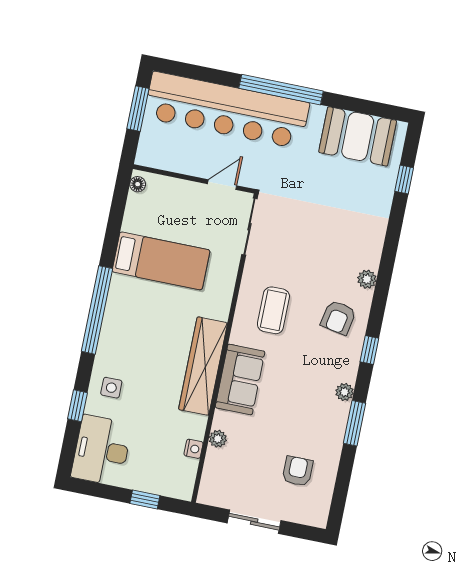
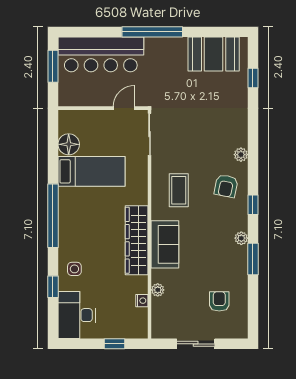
bar counter: (227, 110) -> (101, 54), width x0.73
floor lamp: (138, 184) -> (69, 144), moved, width x1.89, depth x1.89

